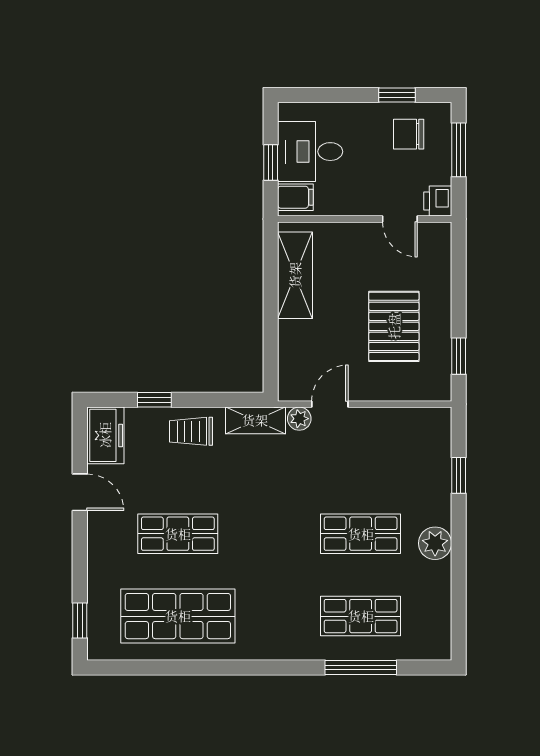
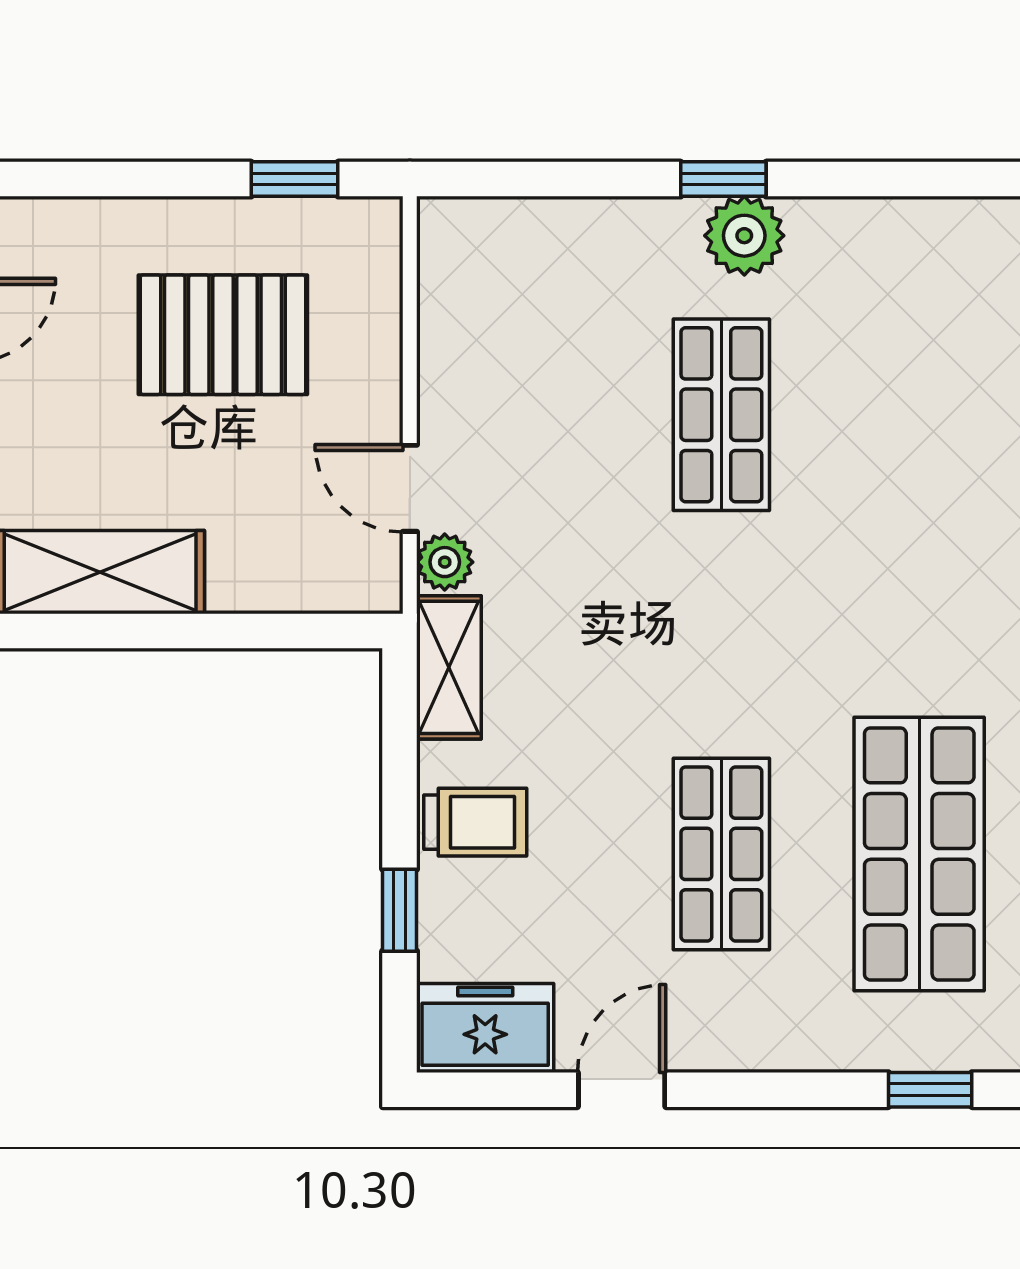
trolley: (191, 431) -> (475, 822), turned -90
window: (459, 475) -> (723, 179), moved
shop shelf: (361, 616) -> (919, 415), removed

